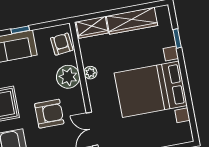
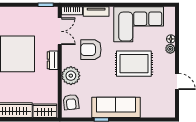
plant: (90, 73) -> (53, 76), removed
dresser: (94, 92) -> (53, 60), added

